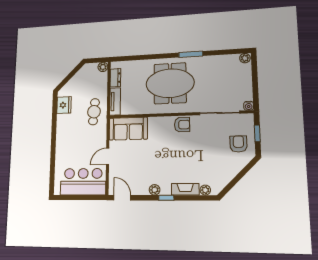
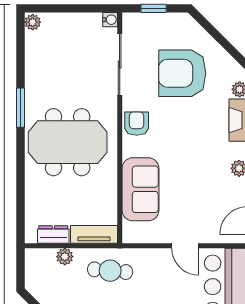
plant: (103, 67) -> (65, 257), moved
meeting table: (170, 83) -> (68, 142), turned 90
sofa: (128, 129) -> (140, 189), moved
armchair: (238, 144) -> (182, 73), moved, width x1.88, depth x1.88

